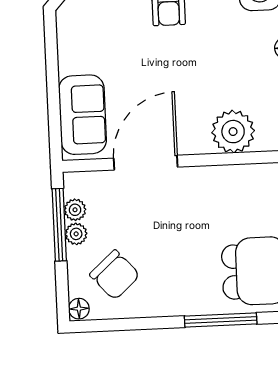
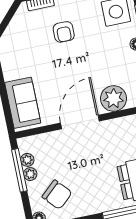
door: (146, 163) -> (80, 122), moved

